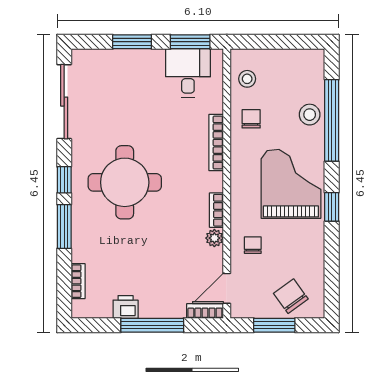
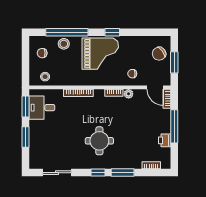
sliding door: (64, 102) -> (57, 173), width x0.73
chair: (251, 119) -> (42, 53), moved
round table: (125, 182) -> (99, 141), width x0.73, depth x0.73
grand piano: (291, 184) -> (100, 54), turned 180

